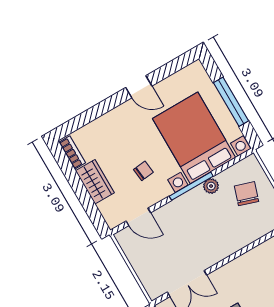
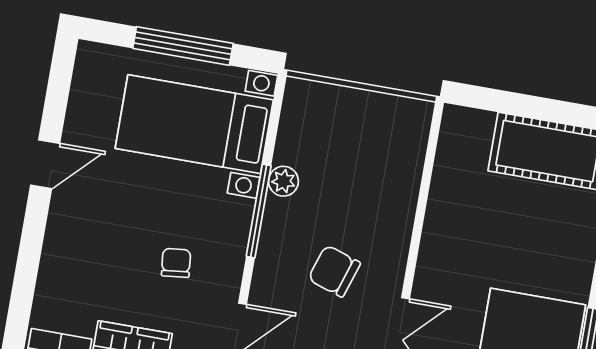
bed with nightstands: (194, 138) -> (194, 124), width x0.73
chair: (246, 194) -> (334, 271), moved

